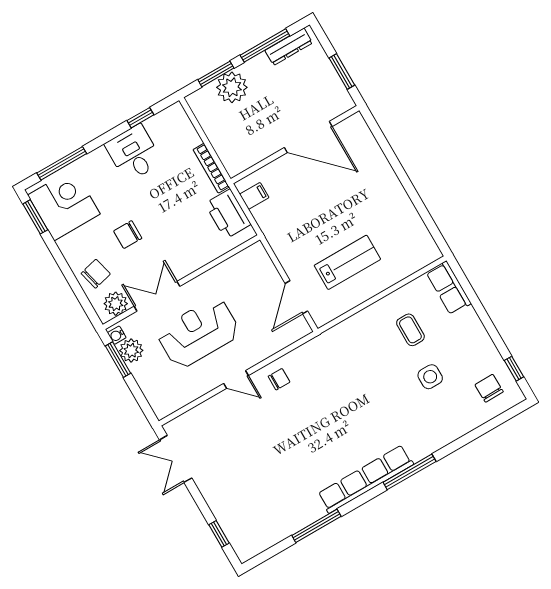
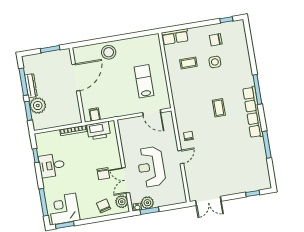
dresser: (289, 47) -> (31, 86), moved
stool: (376, 179) -> (109, 52), added
chair: (128, 235) -> (103, 174), moved
chair: (489, 388) -> (216, 40), moved
coffee table: (350, 415) -> (219, 108), added

